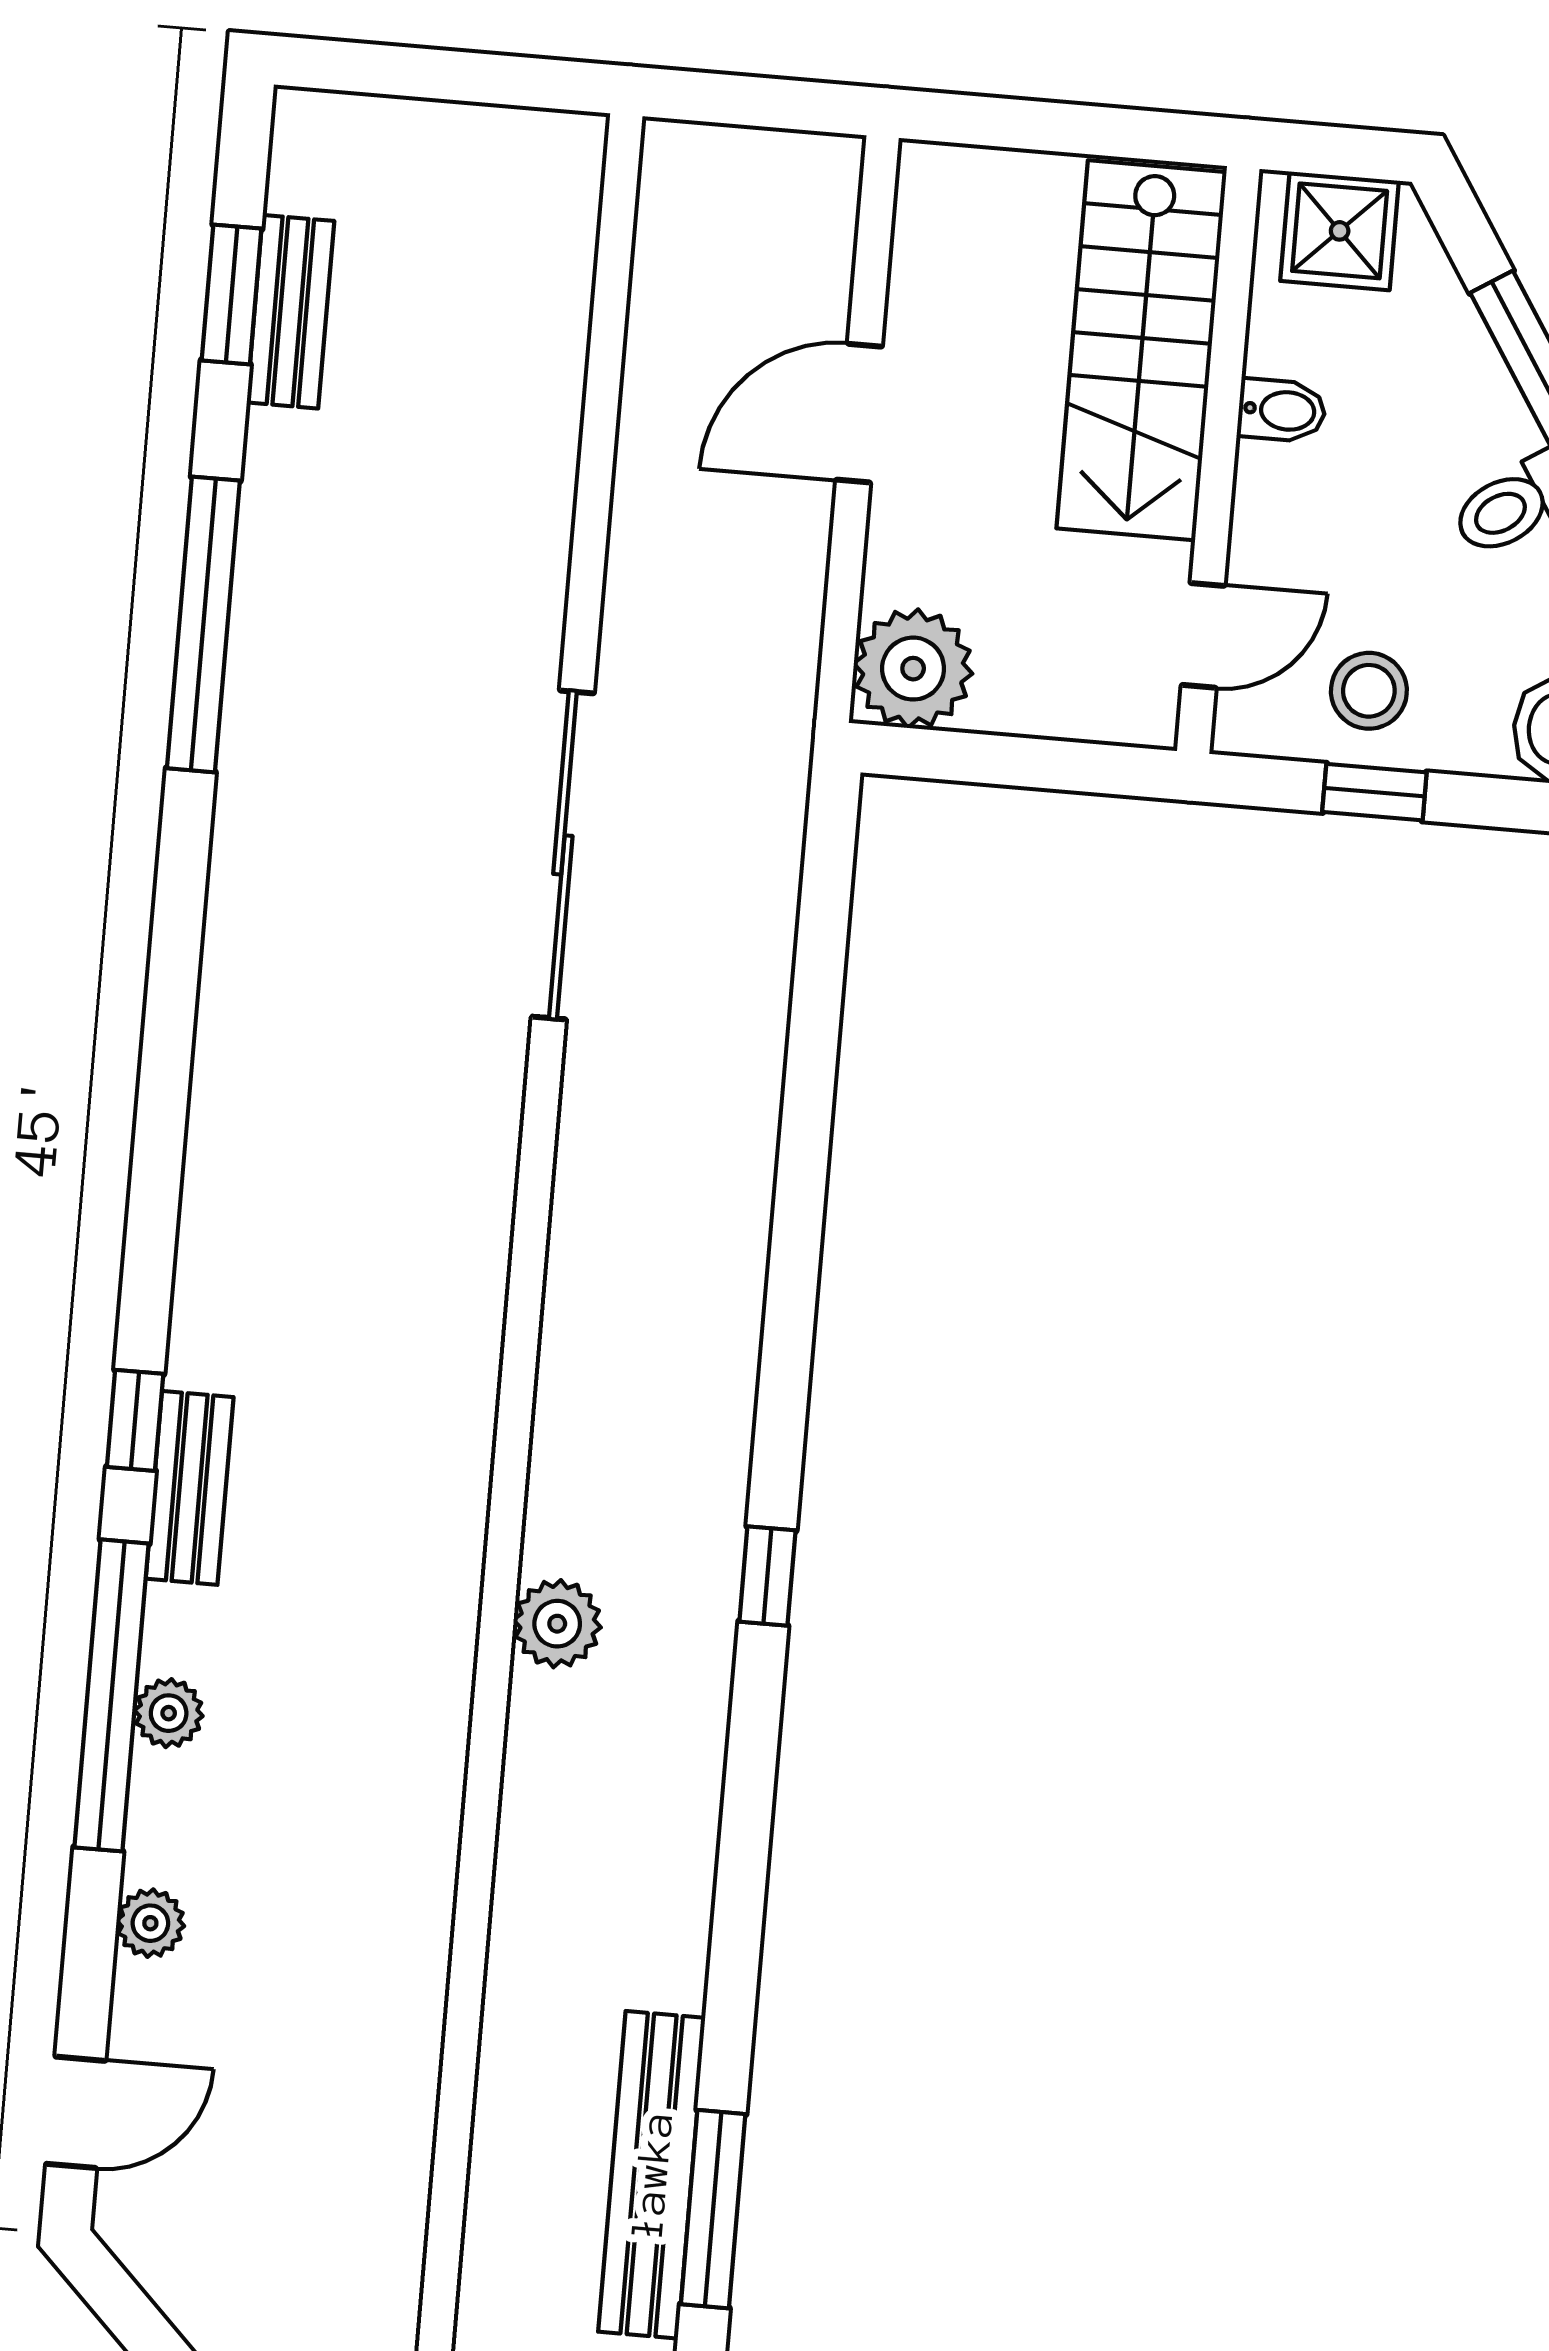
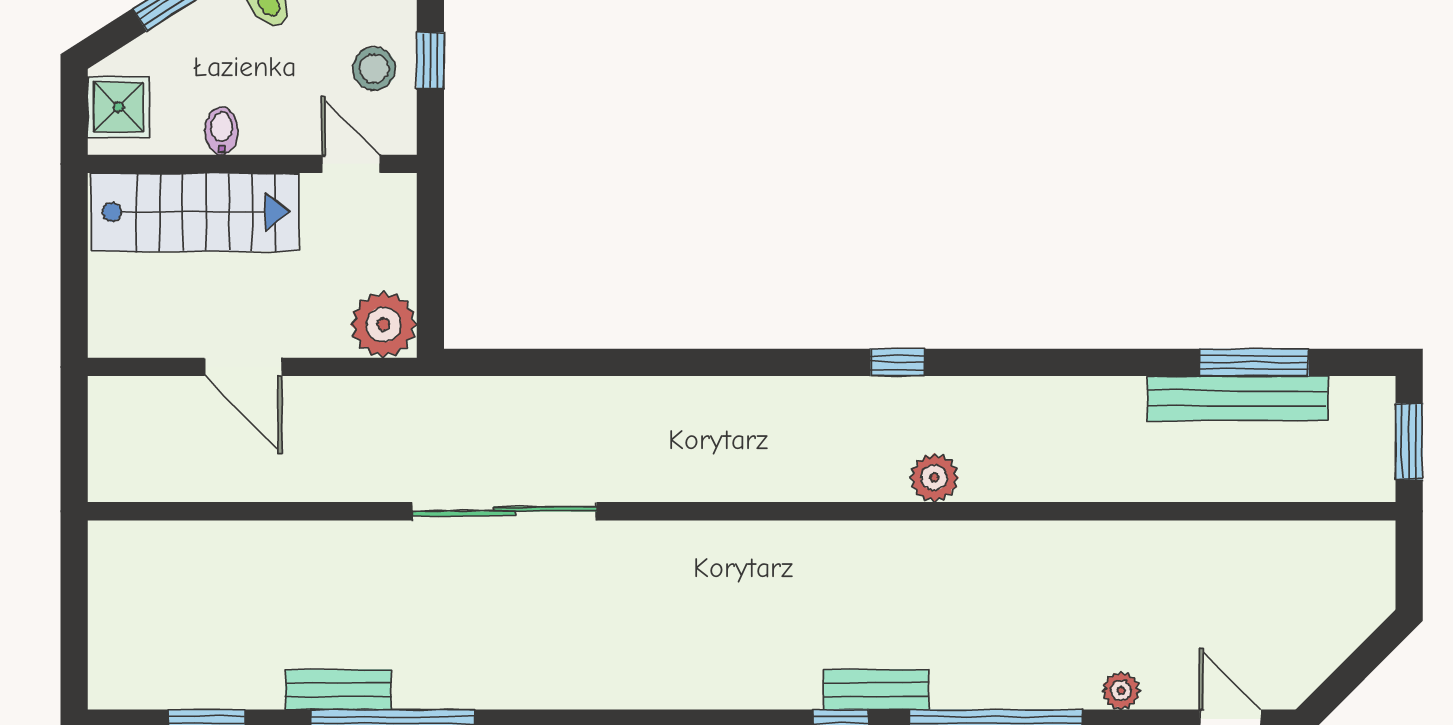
bench: (290, 312) -> (338, 690), moved
plant: (169, 1713) -> (1003, 690), removed

